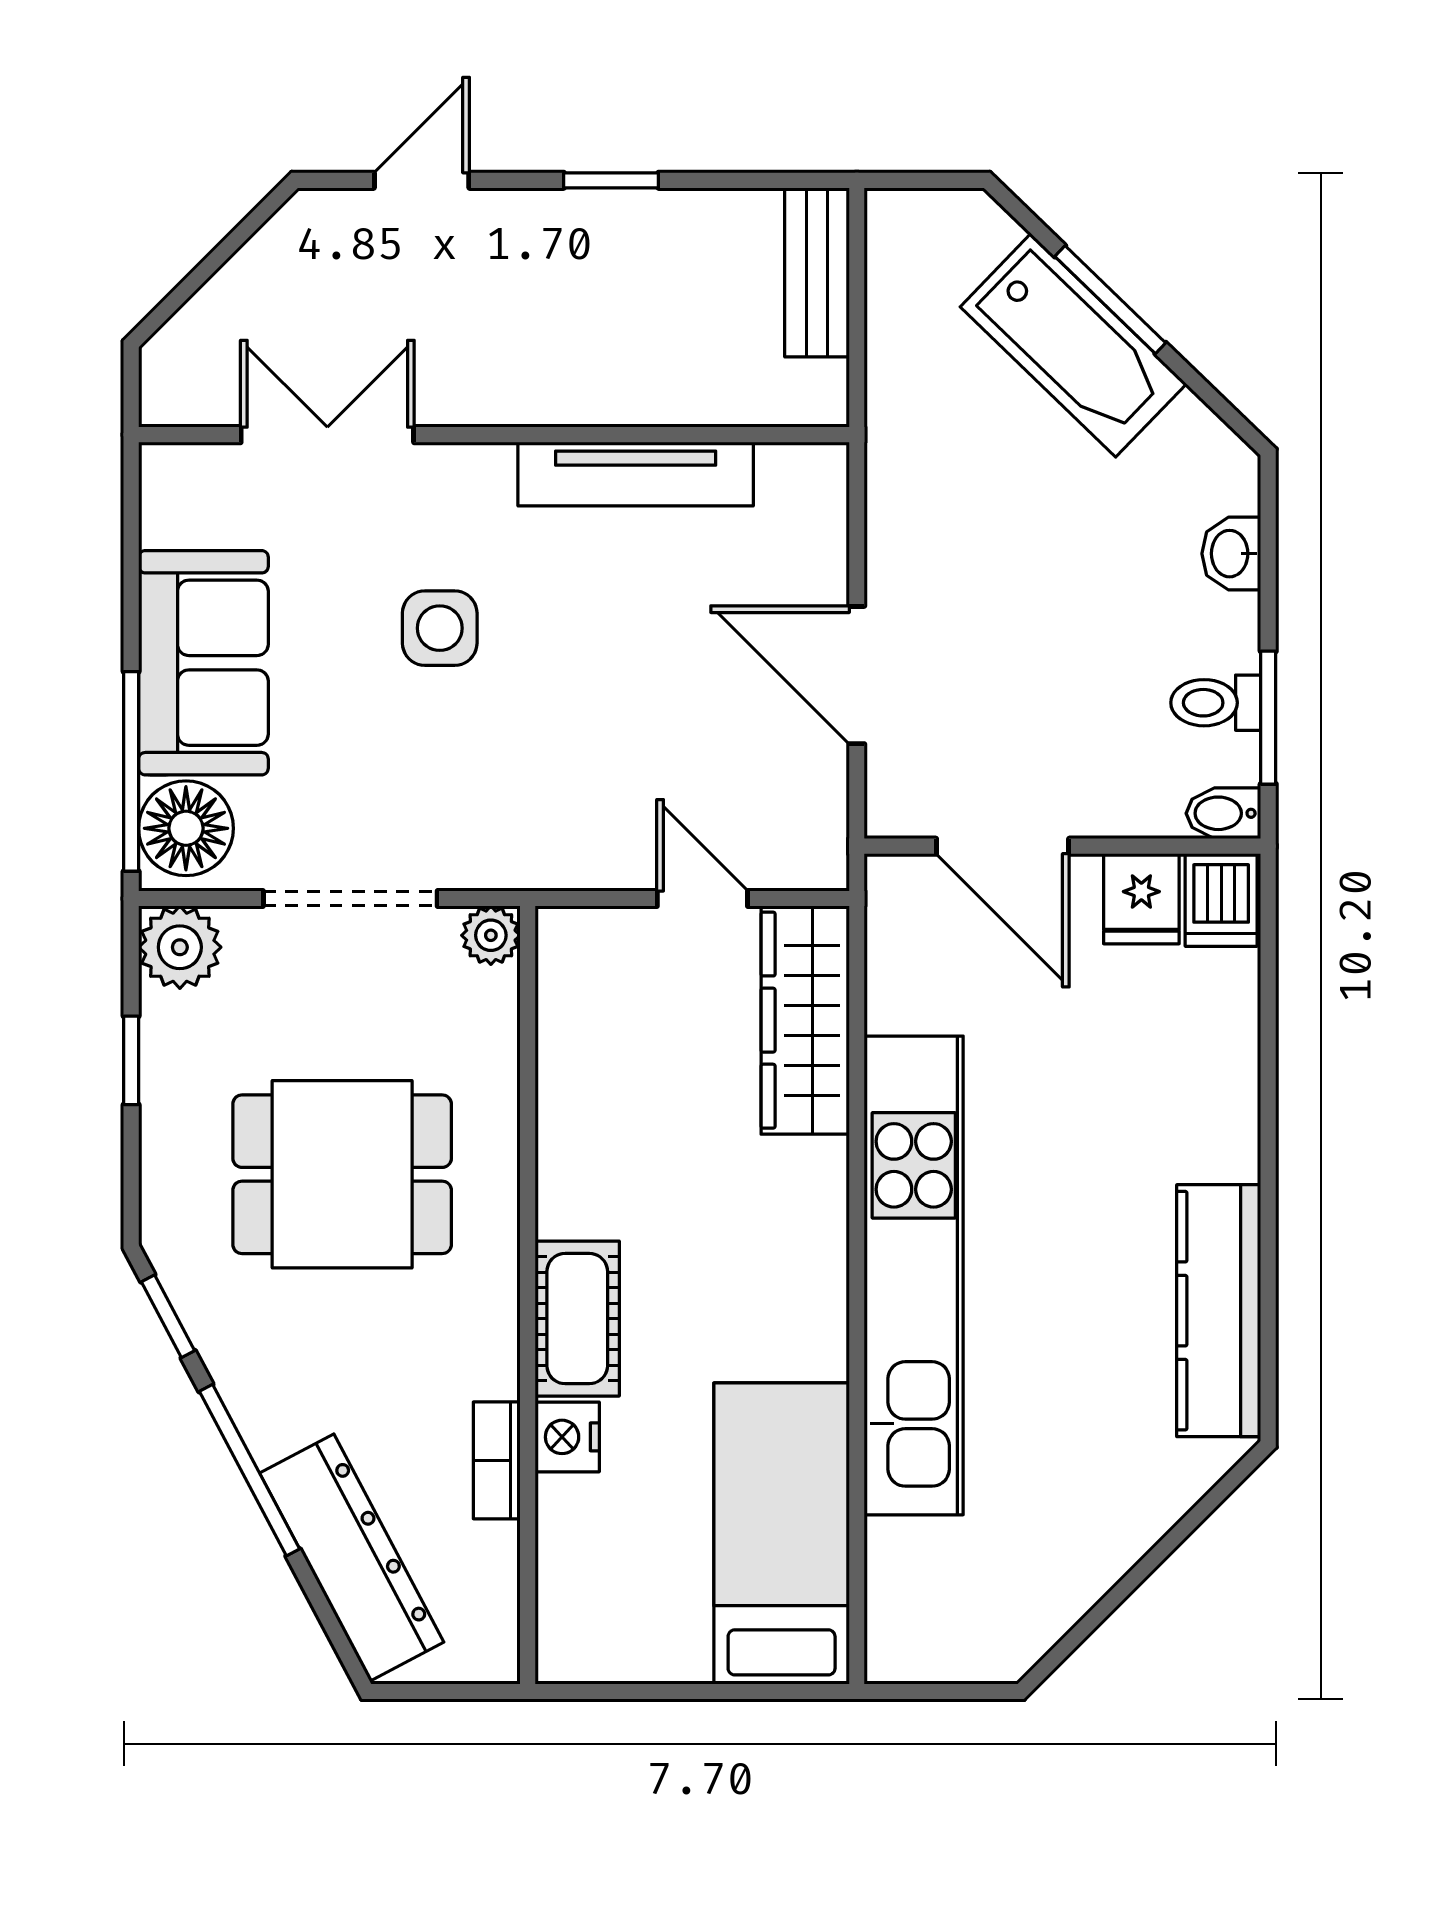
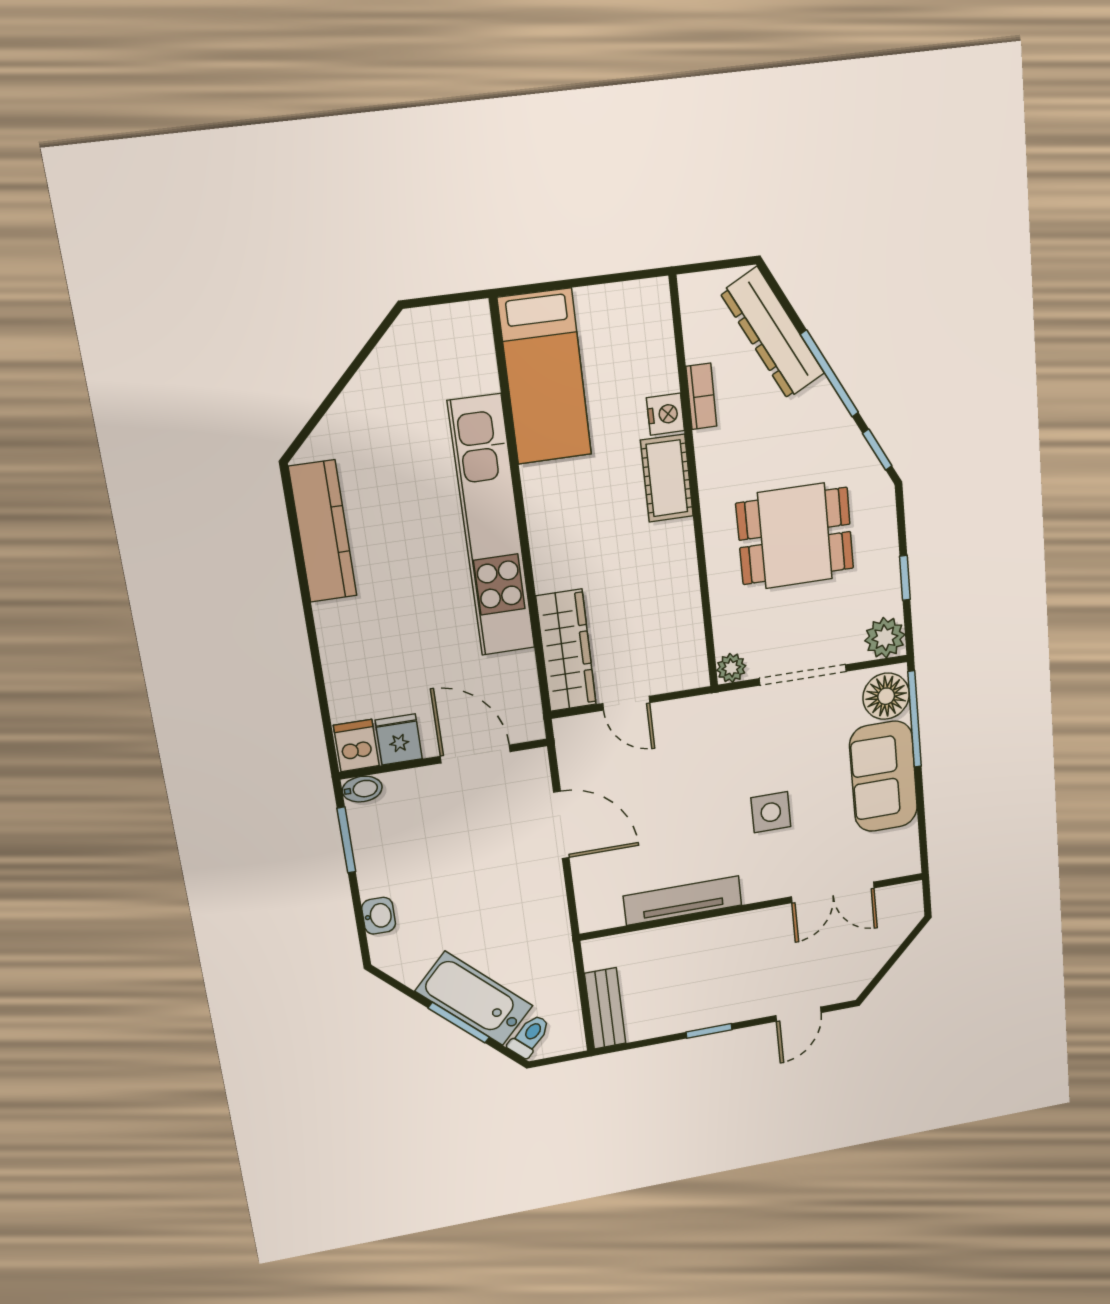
toilet: (1216, 703) -> (529, 1036), moved, turned -46

